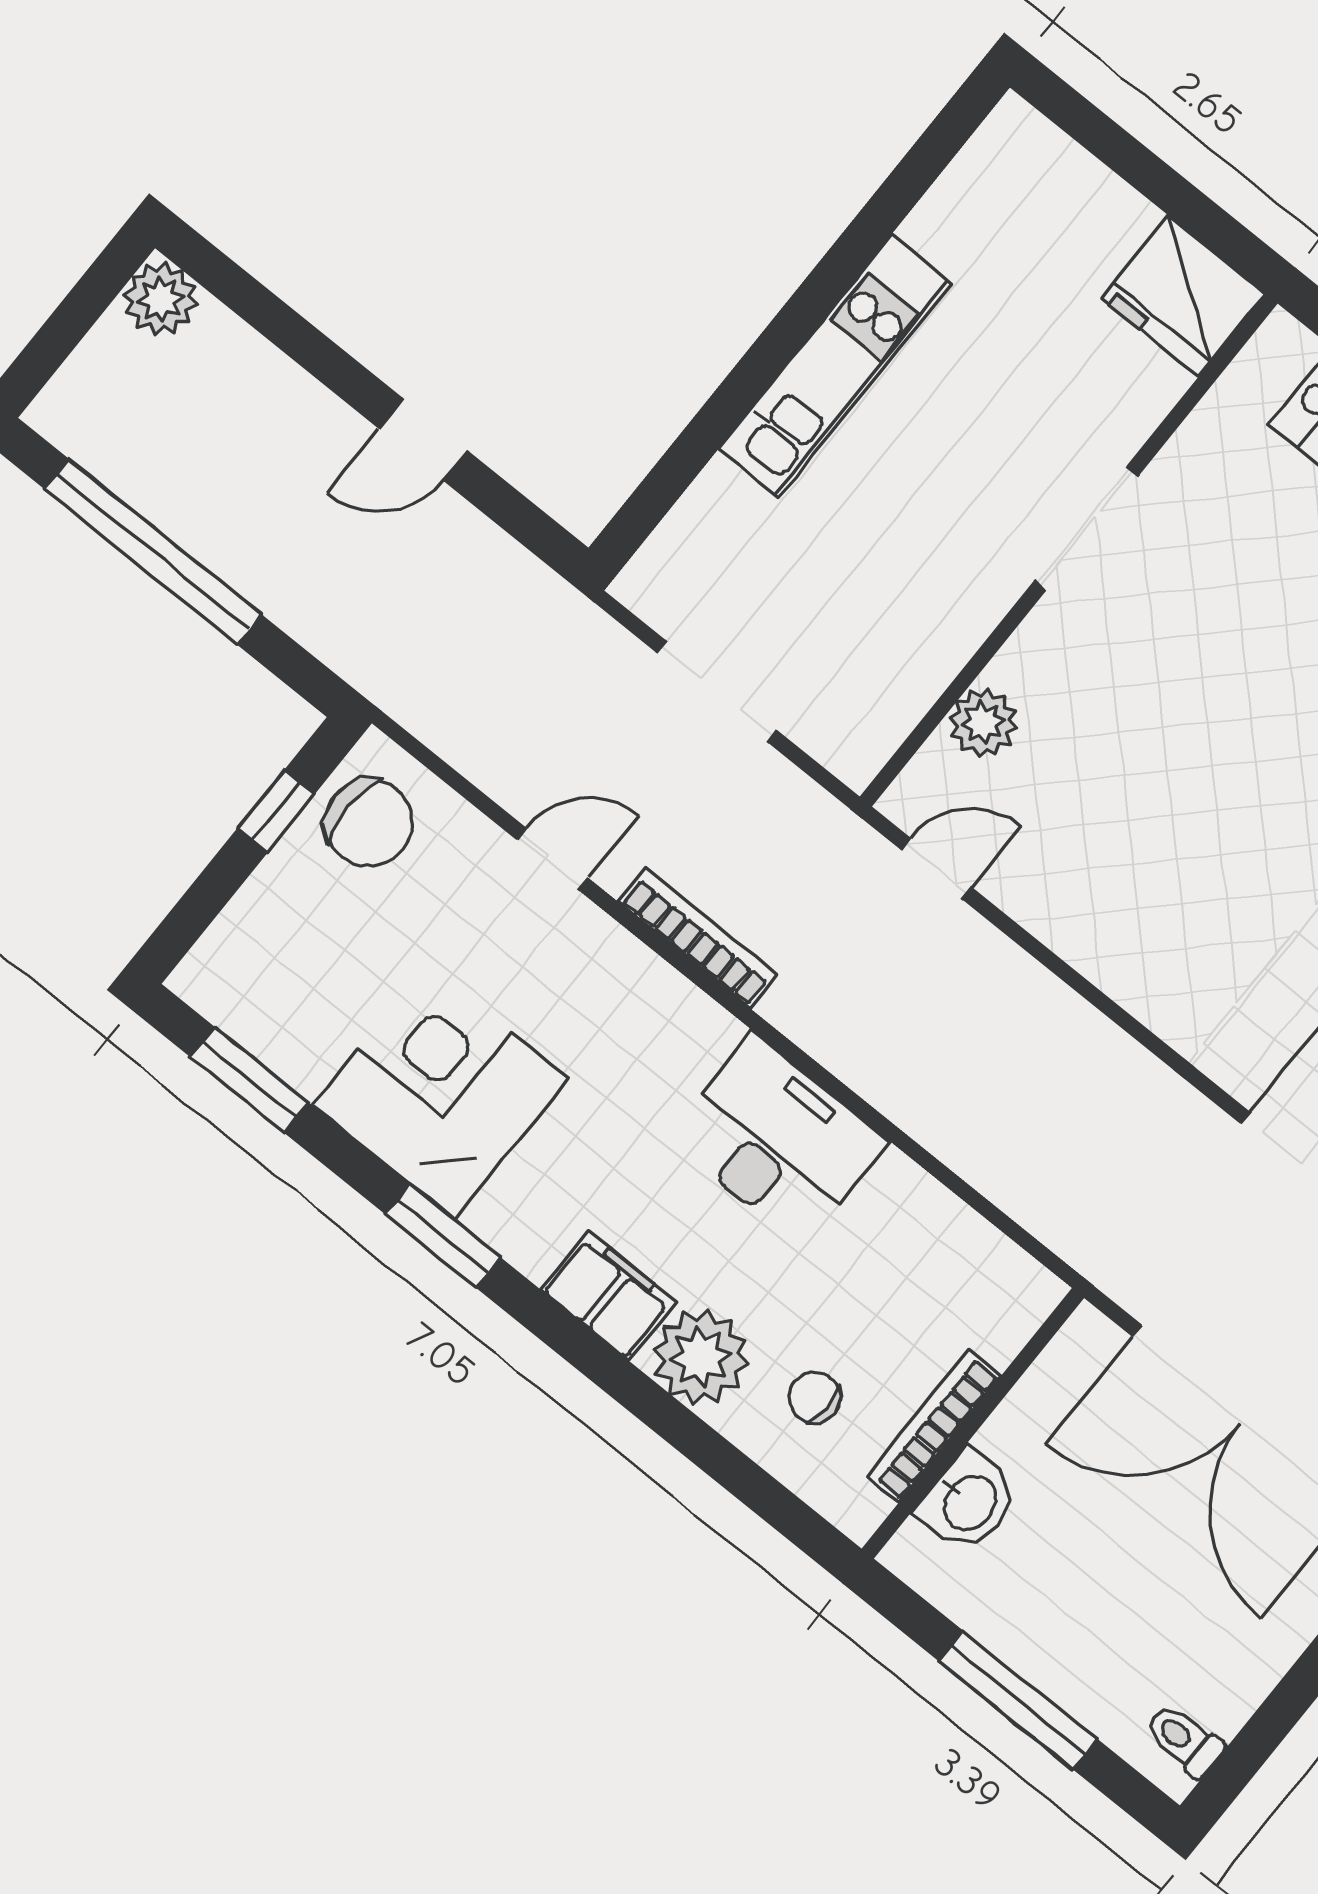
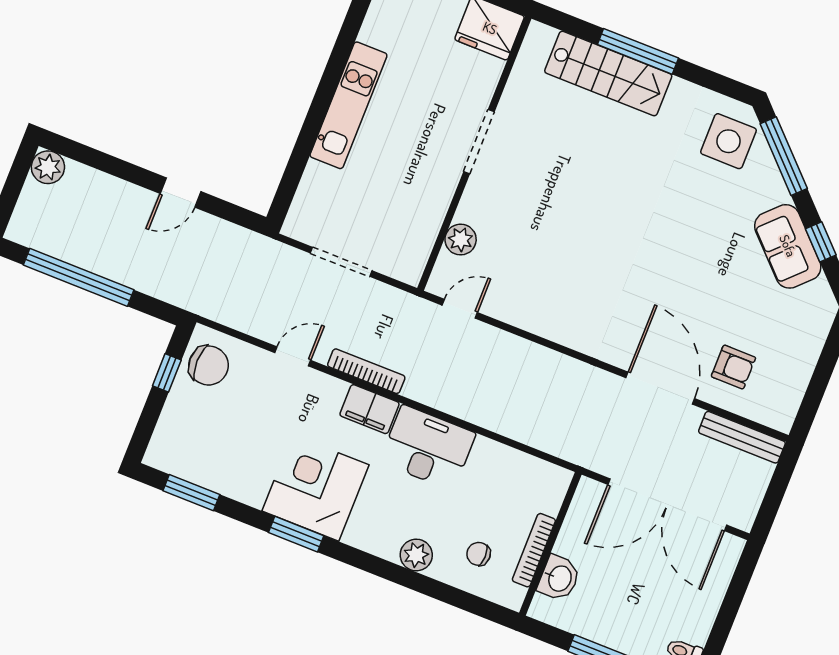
corner desk: (440, 1092) -> (315, 488), moved
filing cabinet: (608, 1296) -> (370, 409), moved, turned 180
plant: (700, 1357) -> (416, 555), width x0.73, depth x0.73

